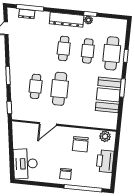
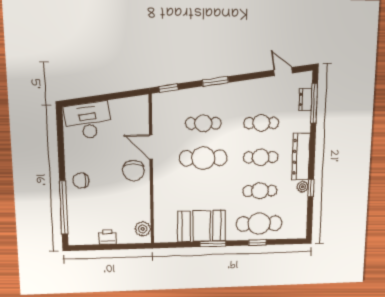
cafe table: (40, 46) -> (261, 123), added
chair: (80, 144) -> (134, 171), moved, turned -90
printer: (105, 161) -> (107, 237), width x0.53, depth x0.68

